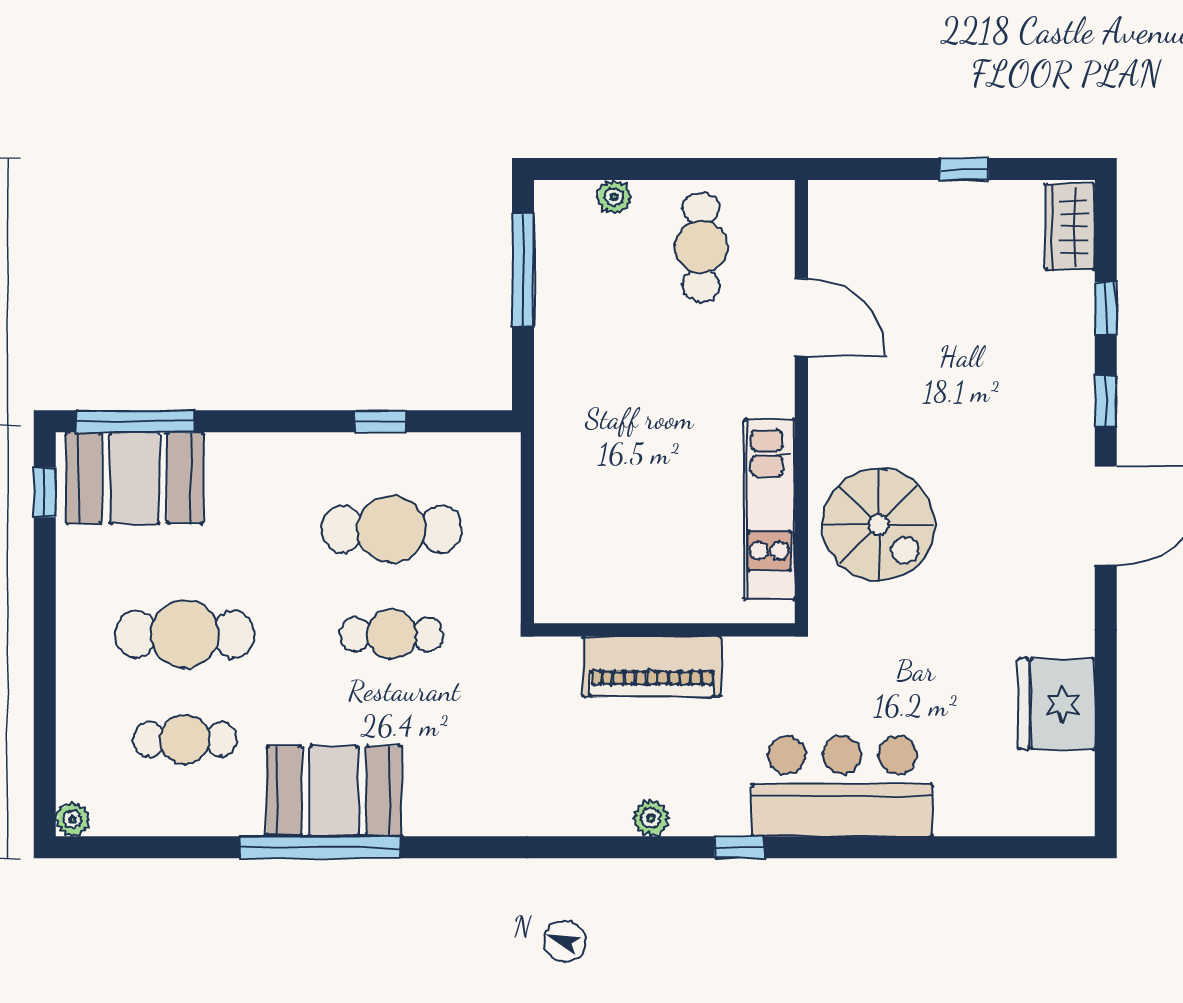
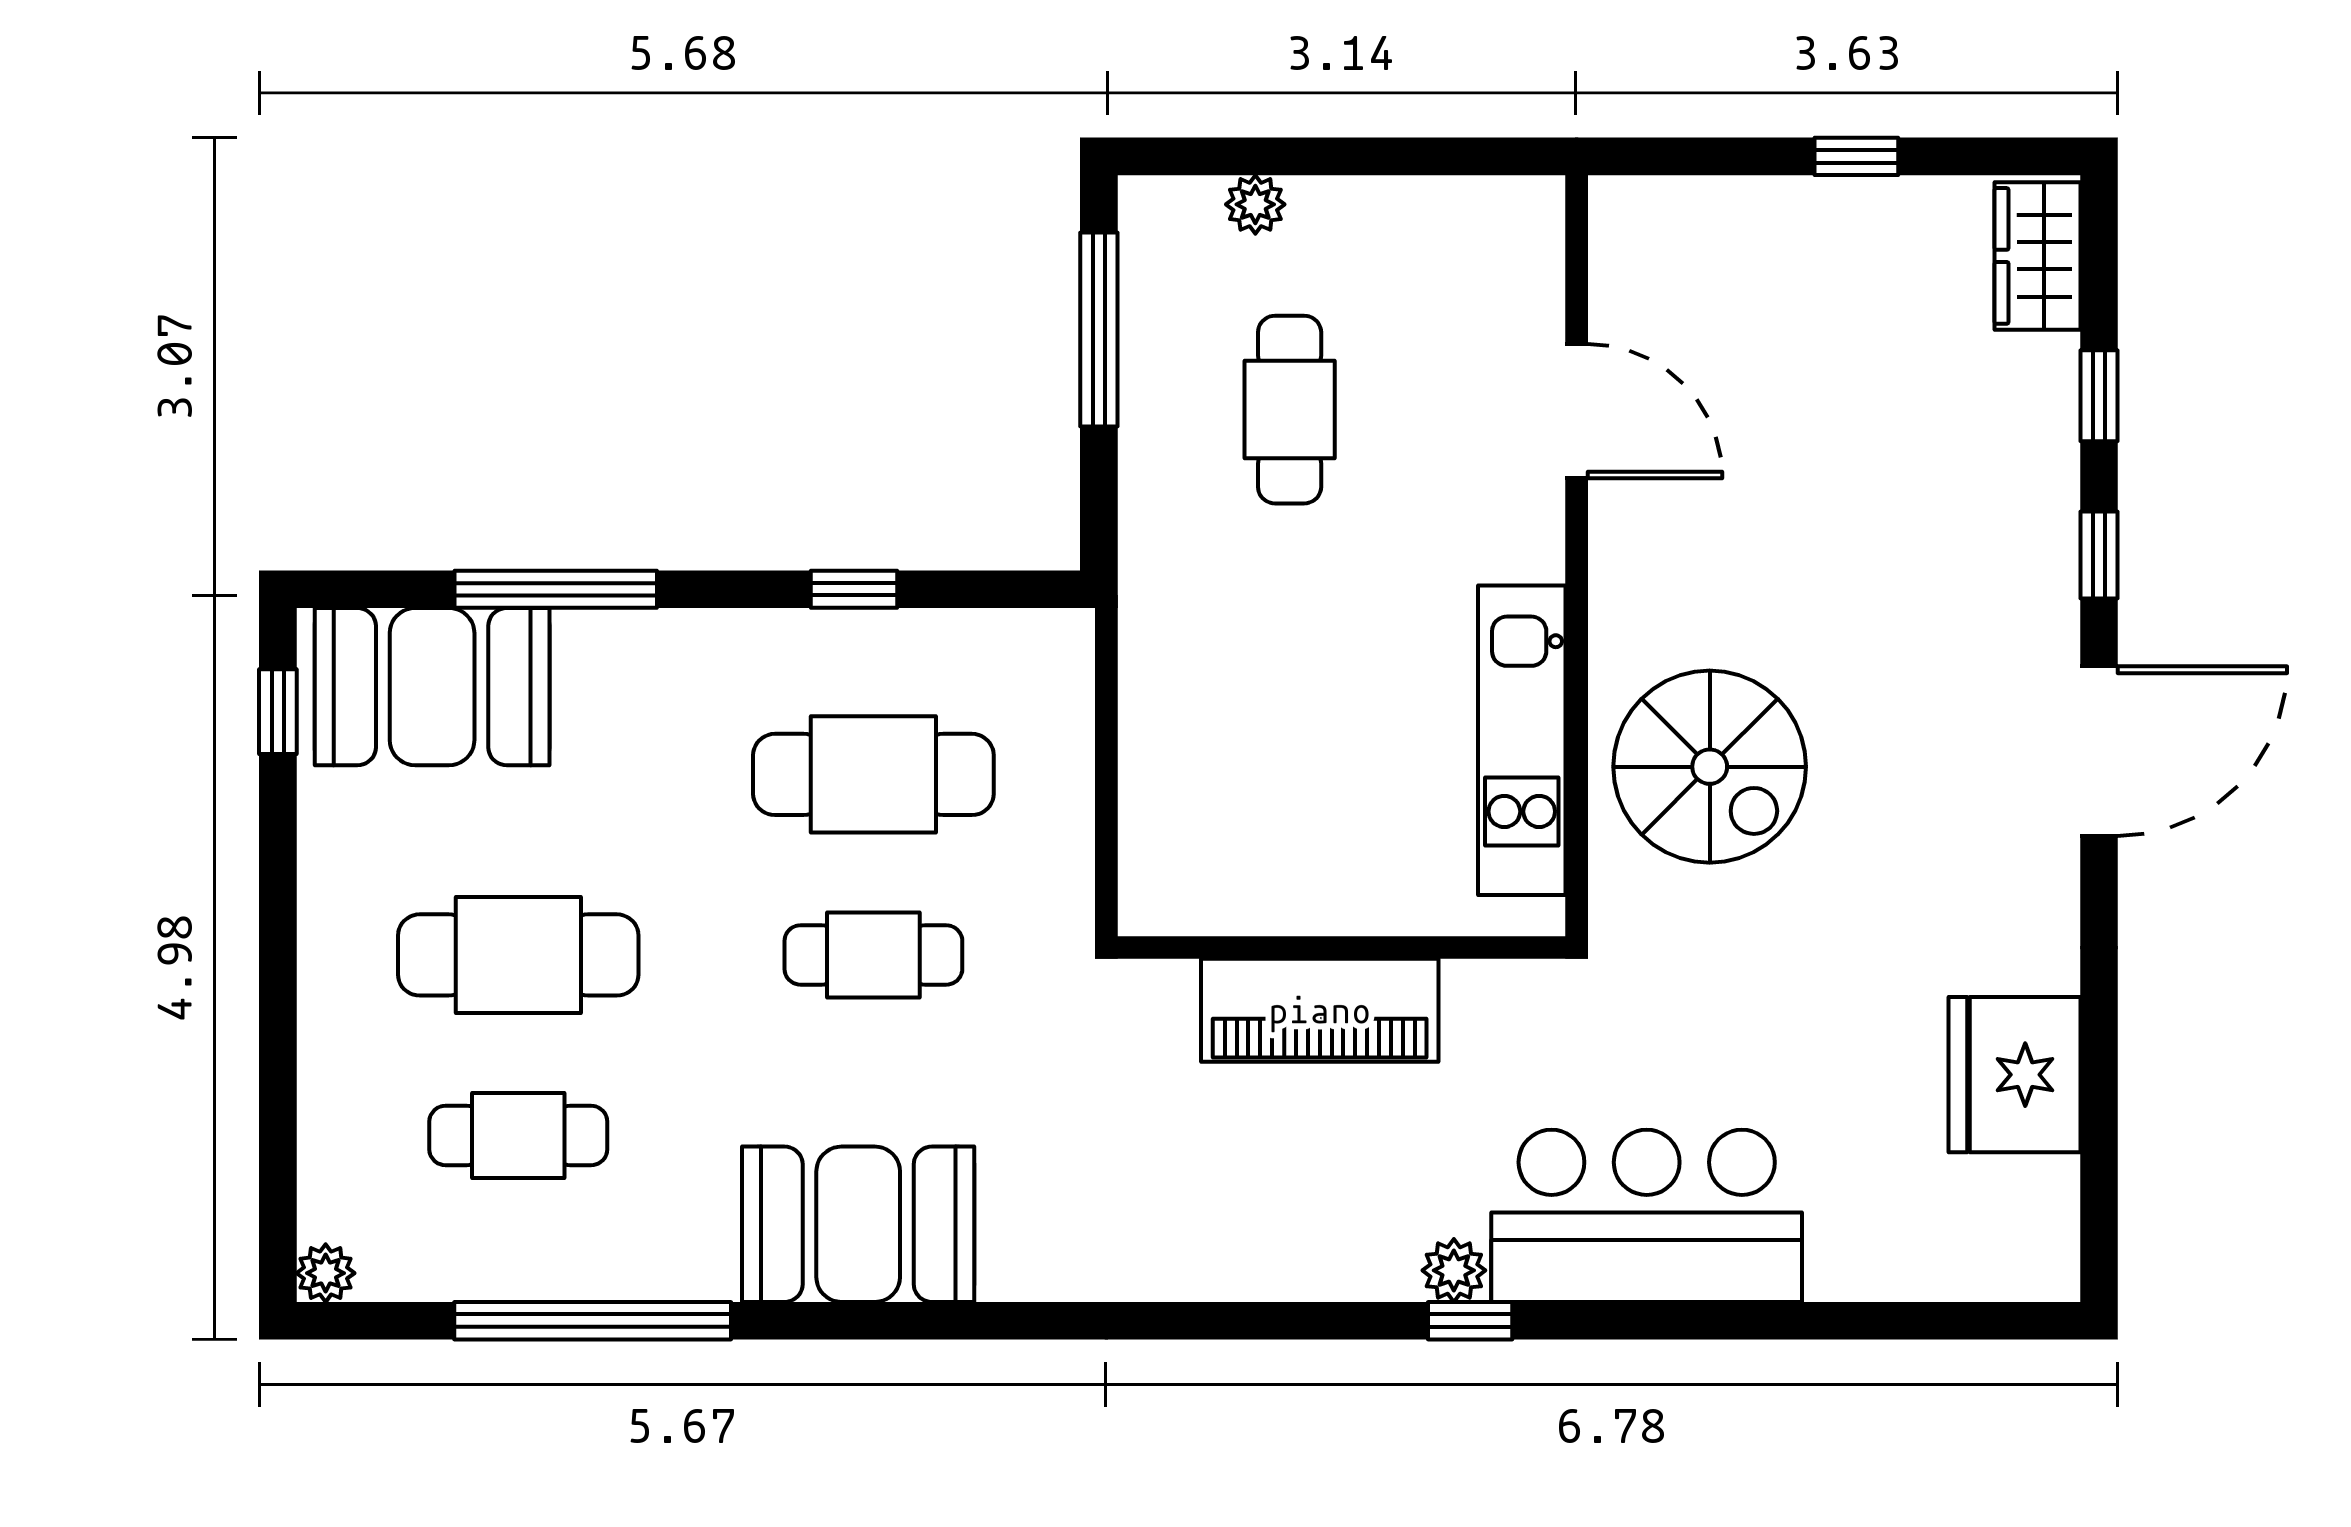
cafe table: (701, 247) -> (1290, 410), moved
window: (135, 421) -> (556, 589), moved
booth: (334, 791) -> (858, 1224), moved
plant: (651, 818) -> (1454, 1270), moved
window: (320, 847) -> (593, 1321), moved

